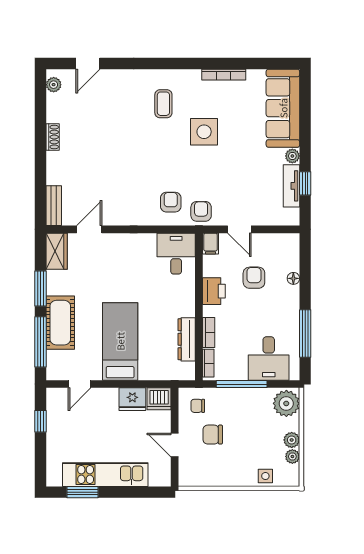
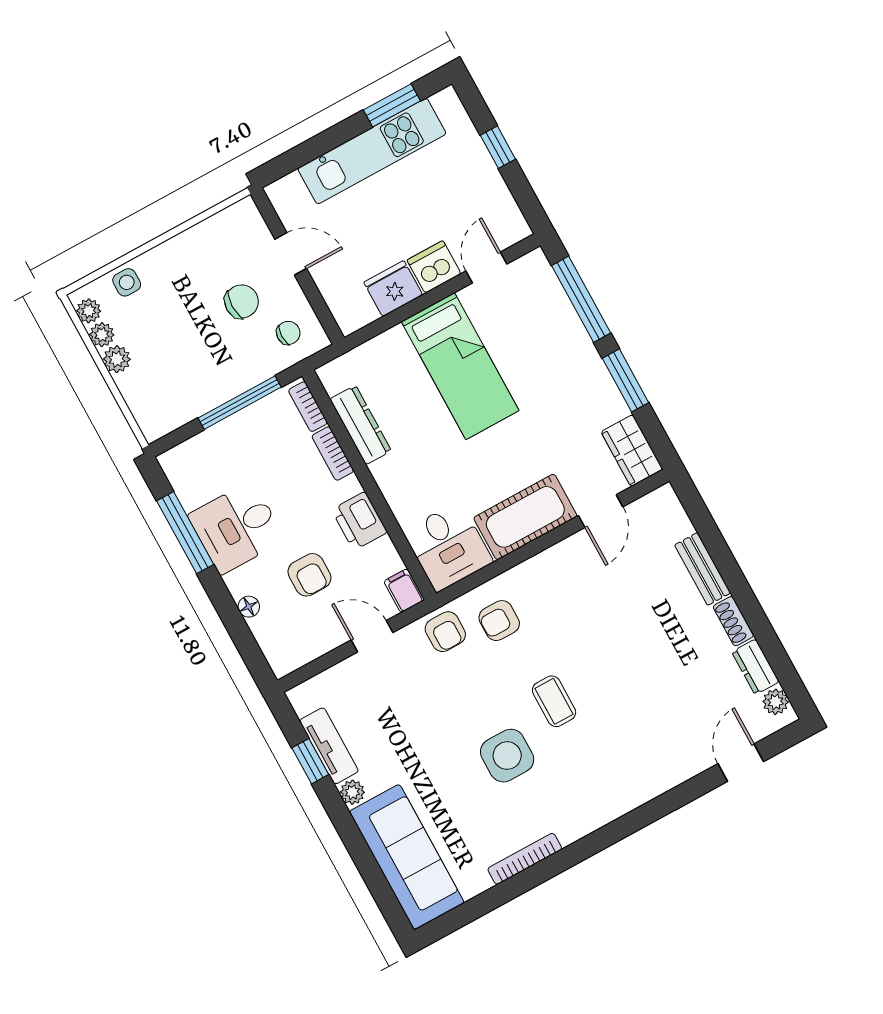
coffee table: (163, 104) -> (554, 701), moved
dresser: (54, 108) -> (755, 667), added
armchair: (171, 202) -> (499, 621), turned 90
bench: (54, 206) -> (703, 569), moved
cot: (60, 323) -> (525, 517), moved, turned 90
desk: (269, 358) -> (237, 527), moved, turned -90
dishwasher: (159, 399) -> (434, 267), moved
plant: (286, 403) -> (89, 311), moved, width x0.53, depth x0.53
window: (40, 421) -> (498, 147), moved

